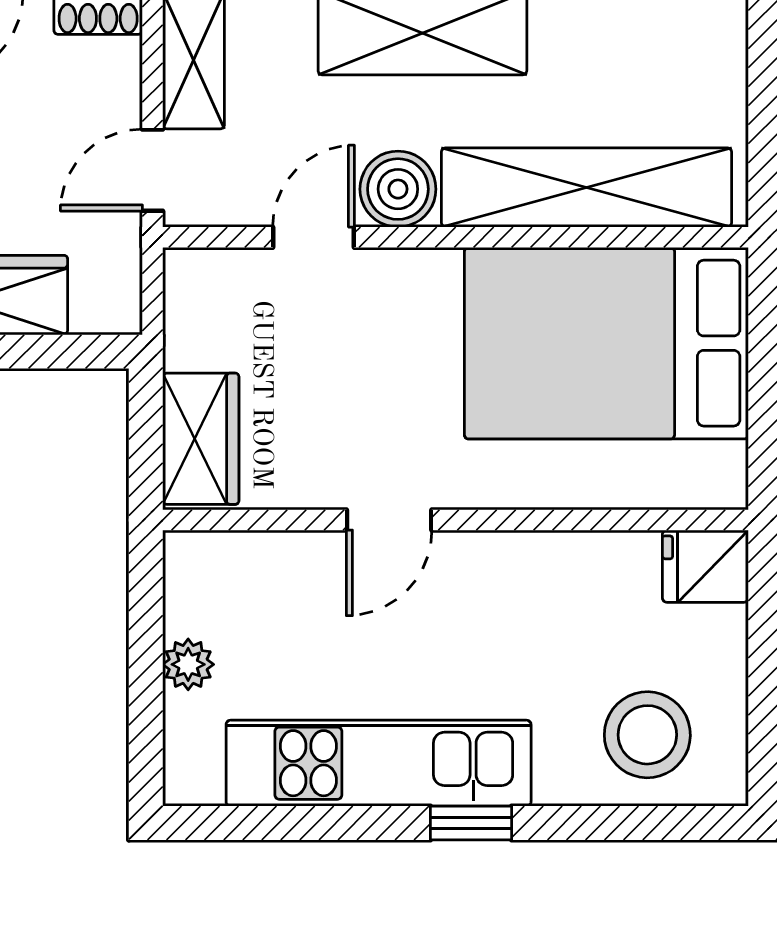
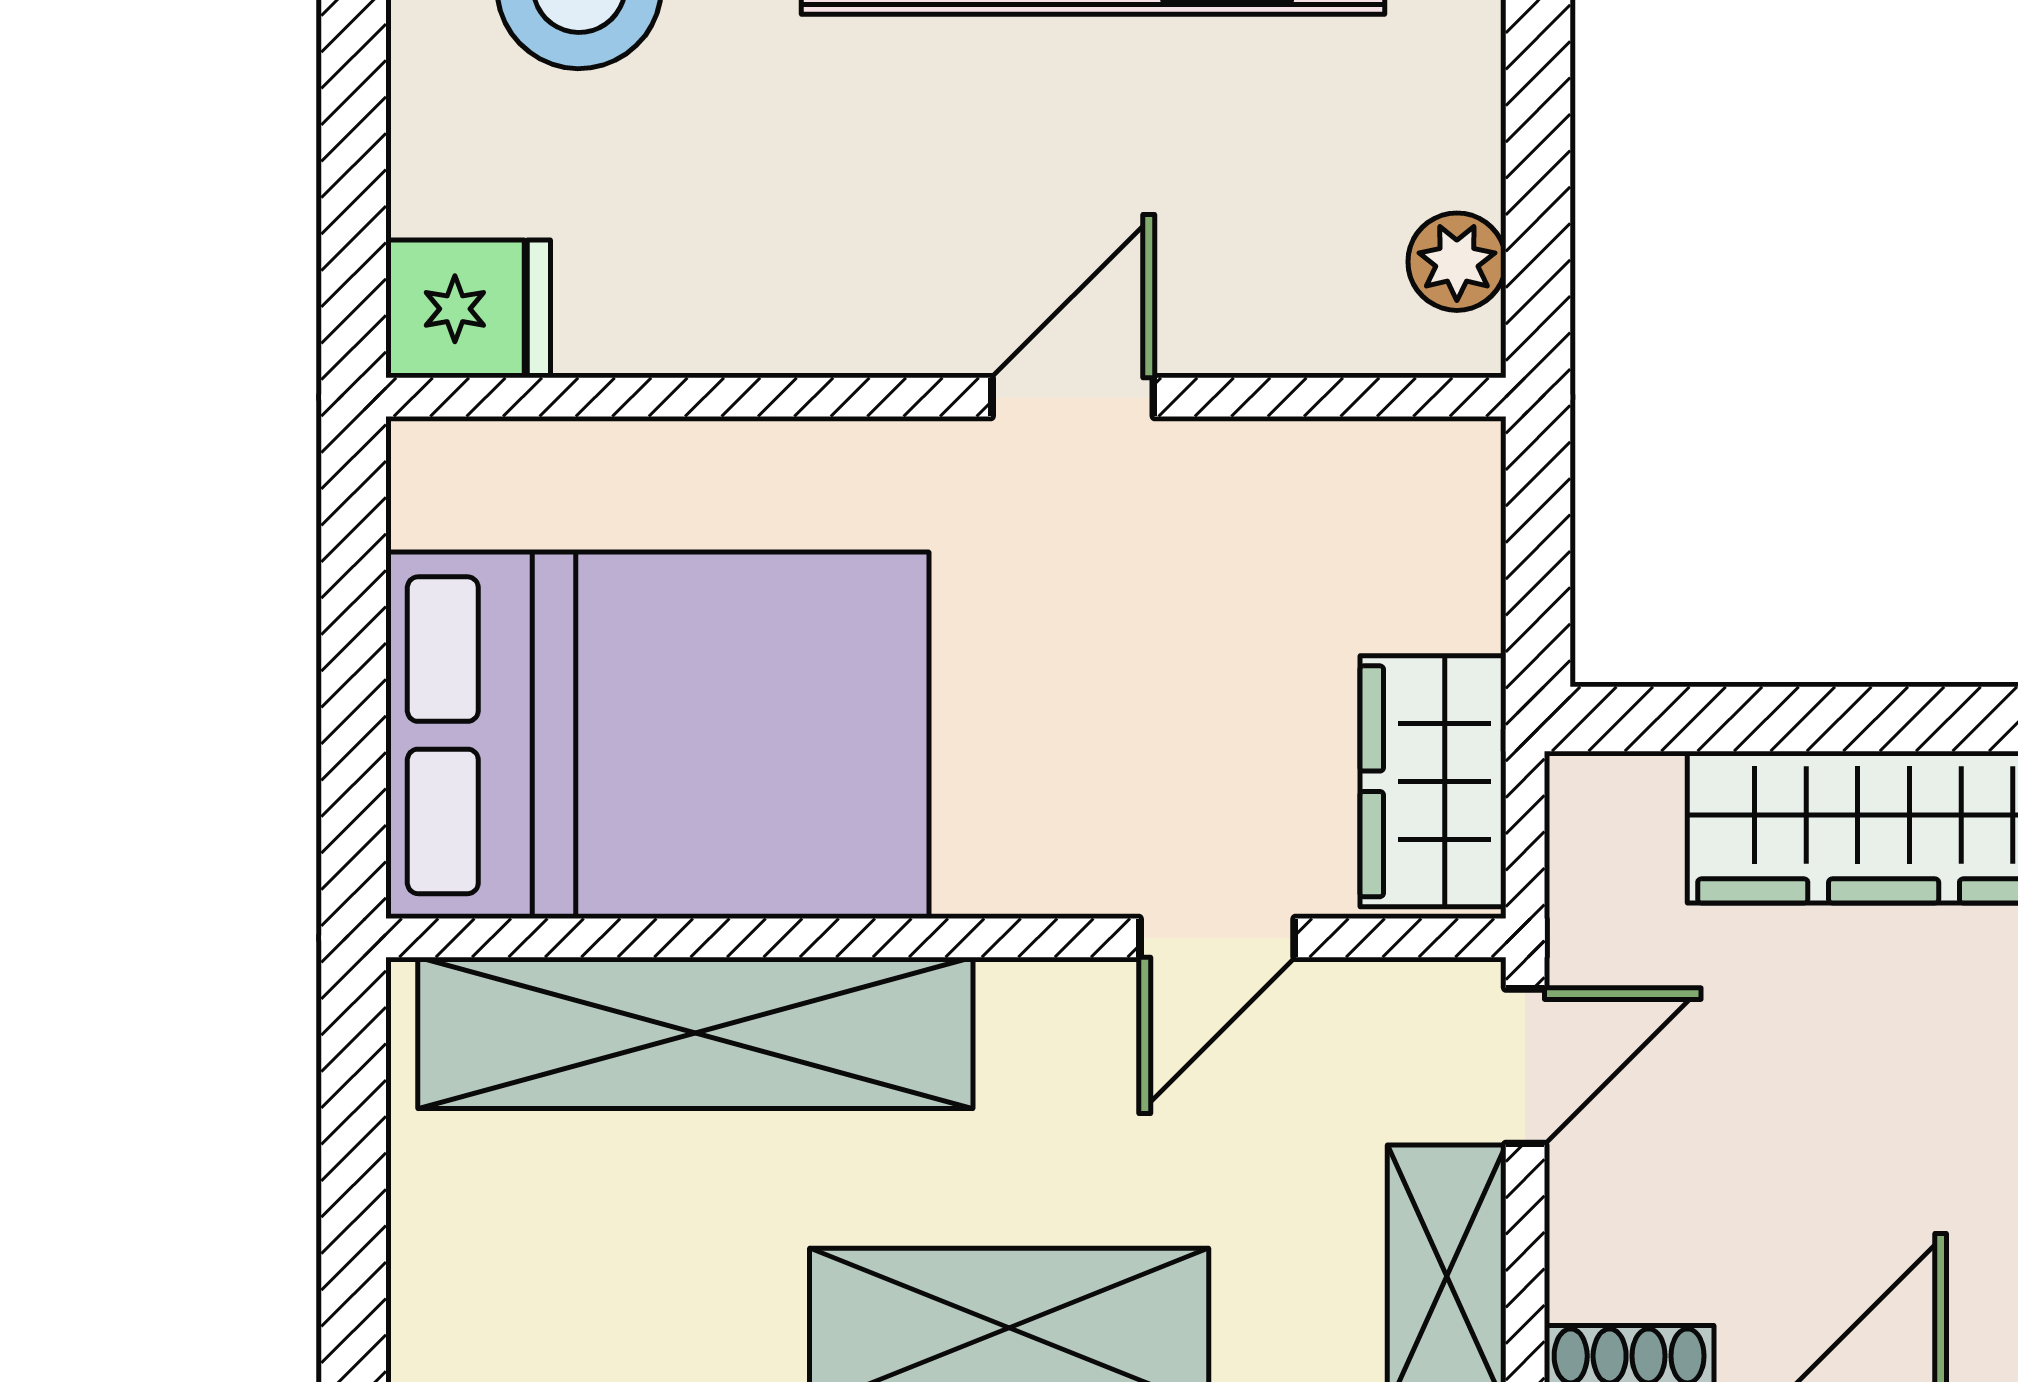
boiler: (398, 189) -> (1056, 1030), removed
wardrobe: (201, 439) -> (1433, 781), moved
plant: (188, 664) -> (1457, 262), moved

